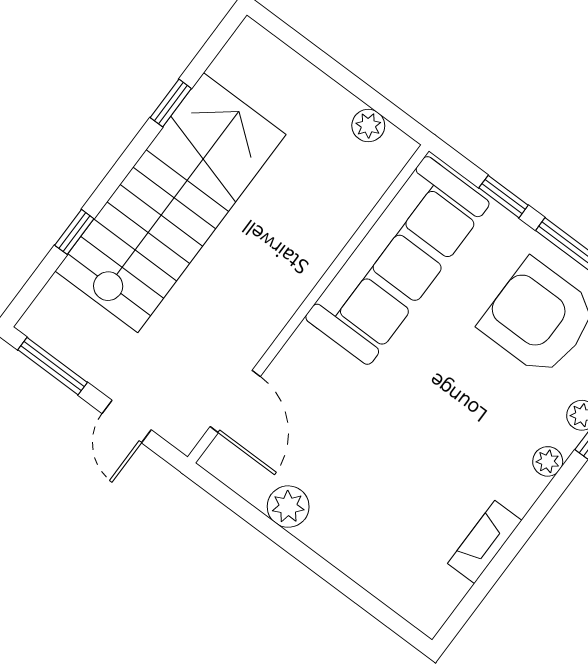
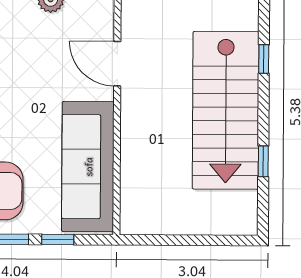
plant: (368, 126) -> (154, 225), removed
door: (235, 402) -> (117, 64), moved

